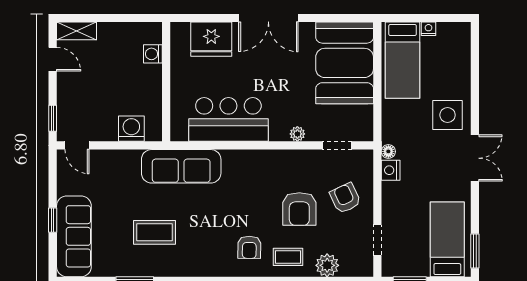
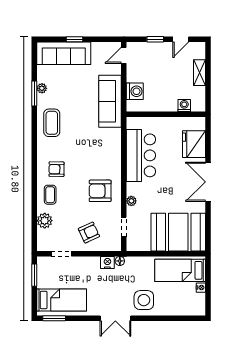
shelving: (76, 31) -> (199, 73), moved
window: (53, 118) -> (155, 39), moved
sofa: (181, 166) -> (110, 101), moved
armchair: (299, 209) -> (100, 191), moved
coffee table: (154, 232) -> (52, 123), moved
plant: (127, 269) -> (42, 88), added

